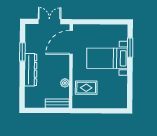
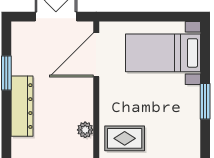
window: (130, 48) -> (205, 101), moved
bed with nightstands: (107, 58) -> (163, 53), moved

